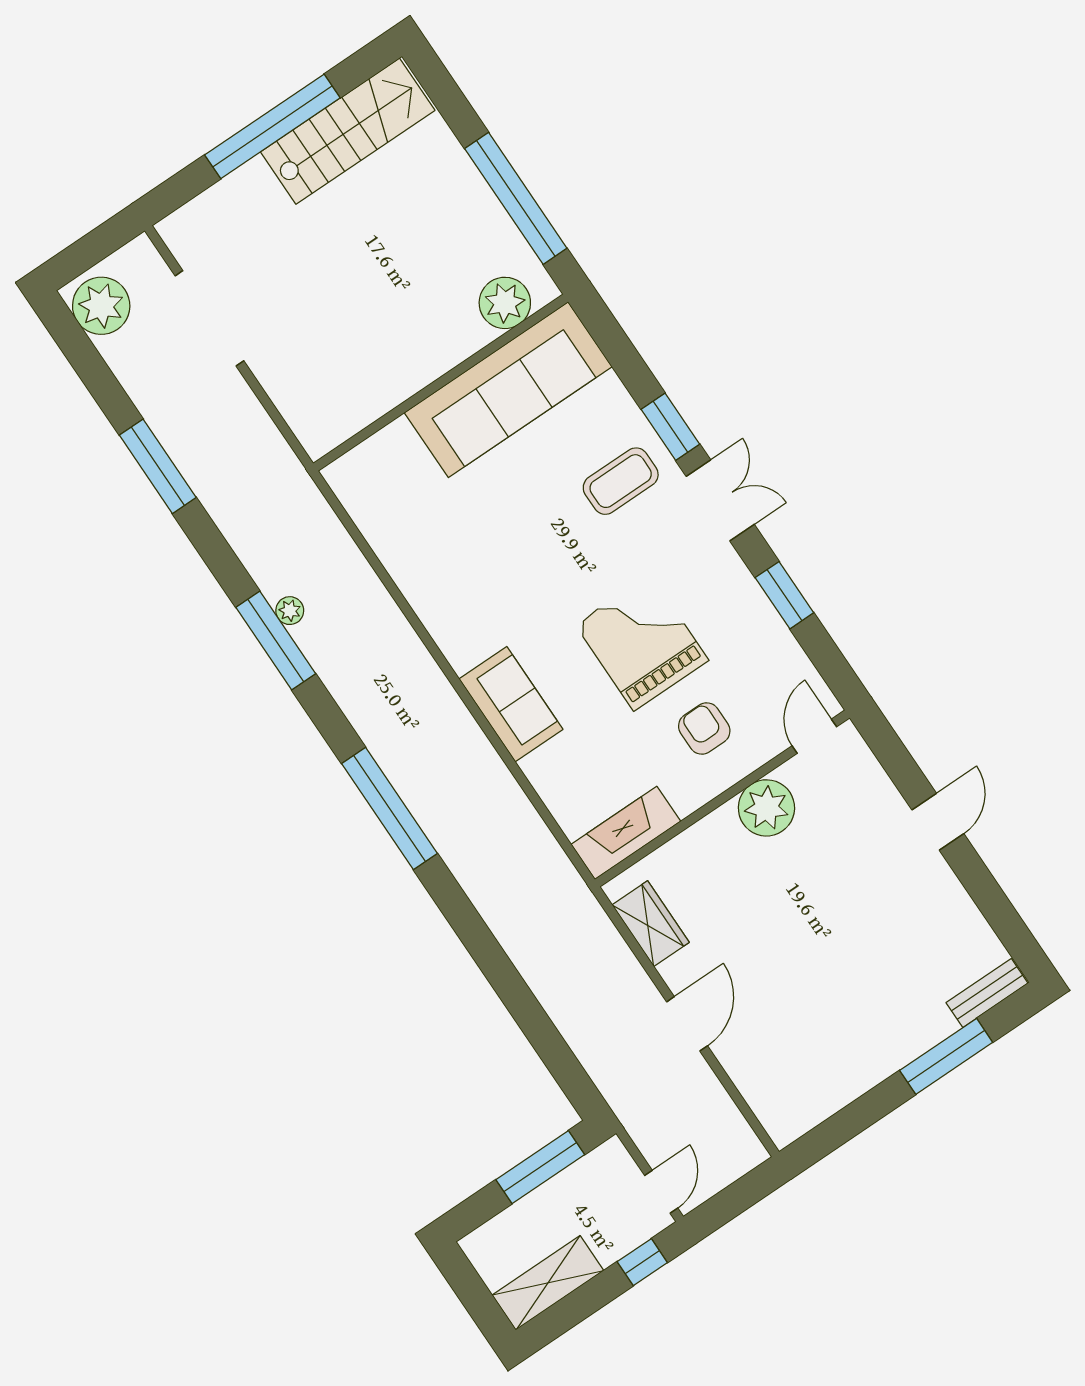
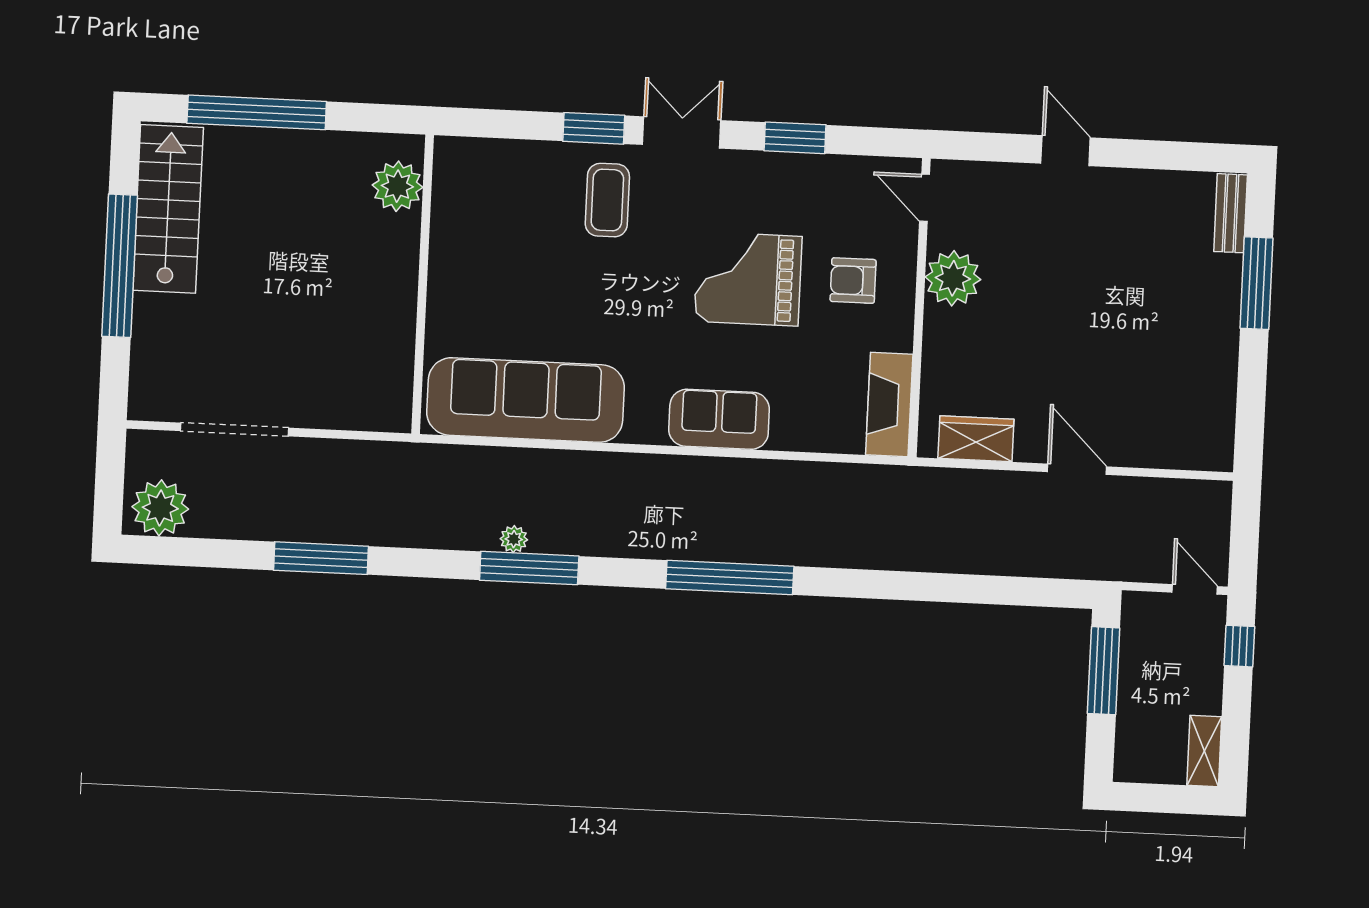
window: (516, 198) -> (257, 112), moved
sofa: (508, 390) -> (525, 400), moved, turned -90
shelving: (548, 1283) -> (1204, 751), width x0.67, depth x0.75

